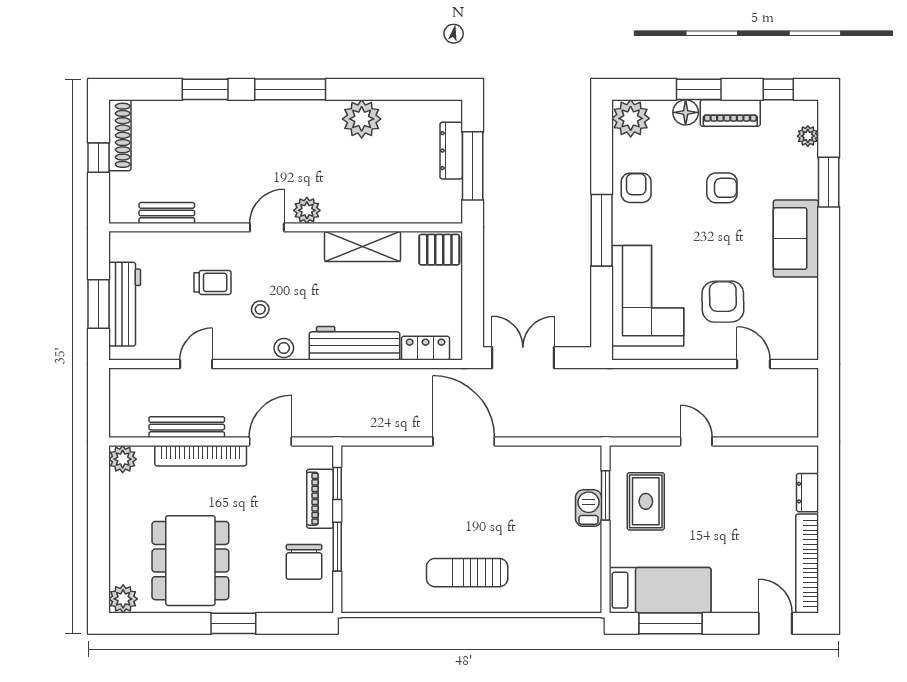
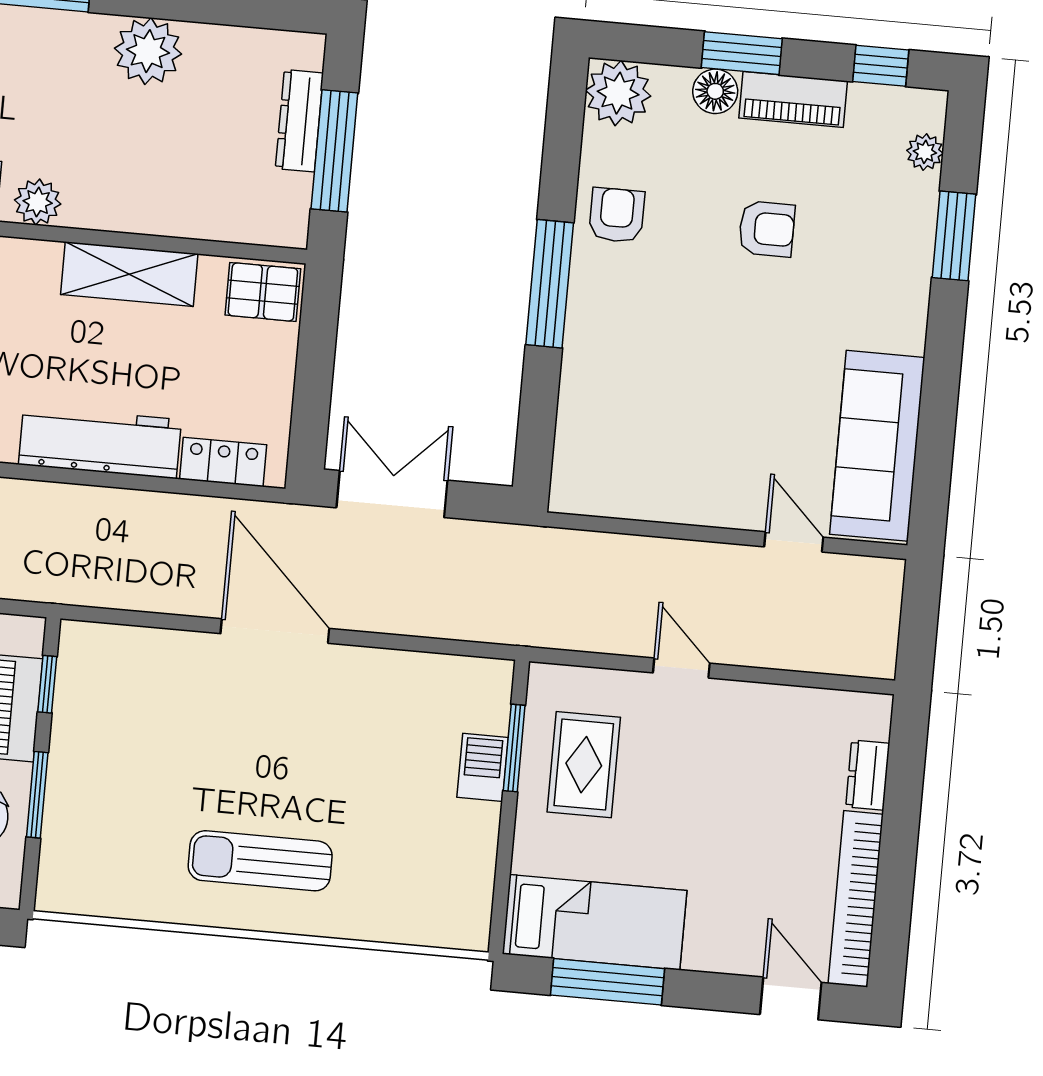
sofa: (796, 239) -> (877, 446), moved, width x1.36
corner sofa: (648, 296) -> (620, 406), removed
armchair: (723, 302) -> (750, 428), removed

